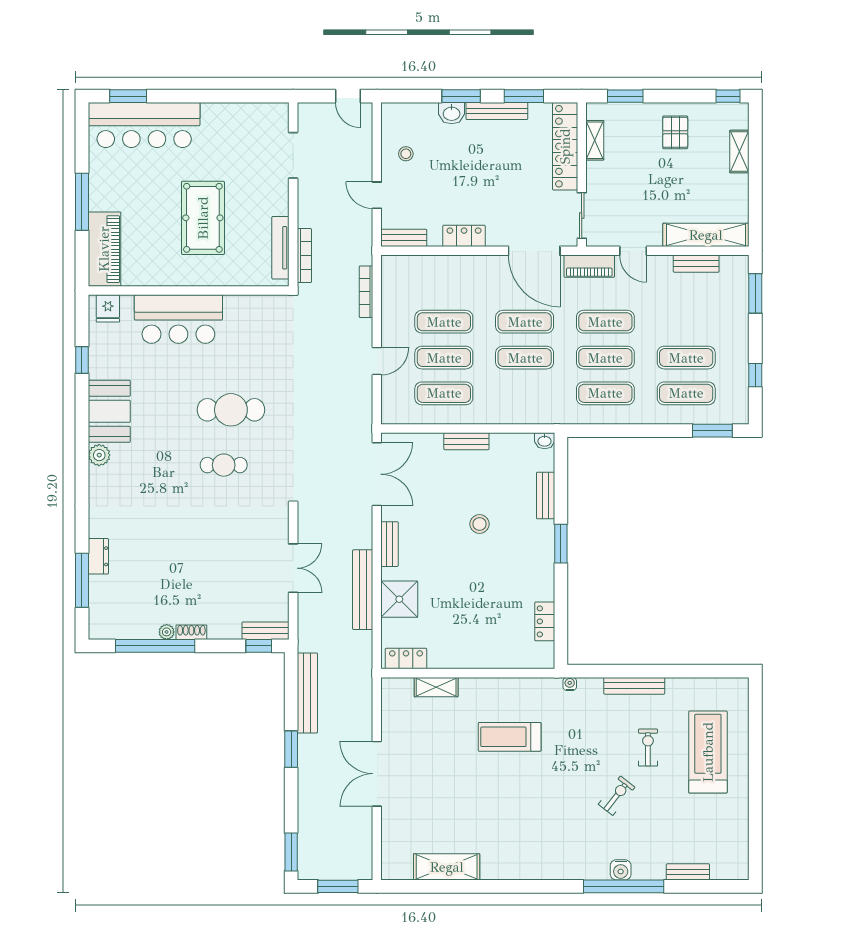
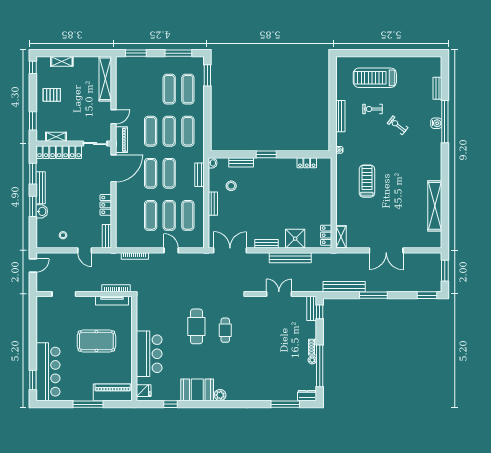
door: (377, 195) -> (85, 250), hinge flipped
bench: (696, 264) -> (199, 175), moved
window: (755, 375) -> (178, 53), width x2.17
stool: (480, 524) -> (231, 186), moved
dresser: (98, 556) -> (307, 396), moved
shelving: (436, 687) -> (341, 237), moved
treadmill: (510, 737) -> (367, 181), turned 180
window: (291, 749) -> (373, 295), width x1.44
shelving: (447, 867) -> (435, 206), width x1.47

